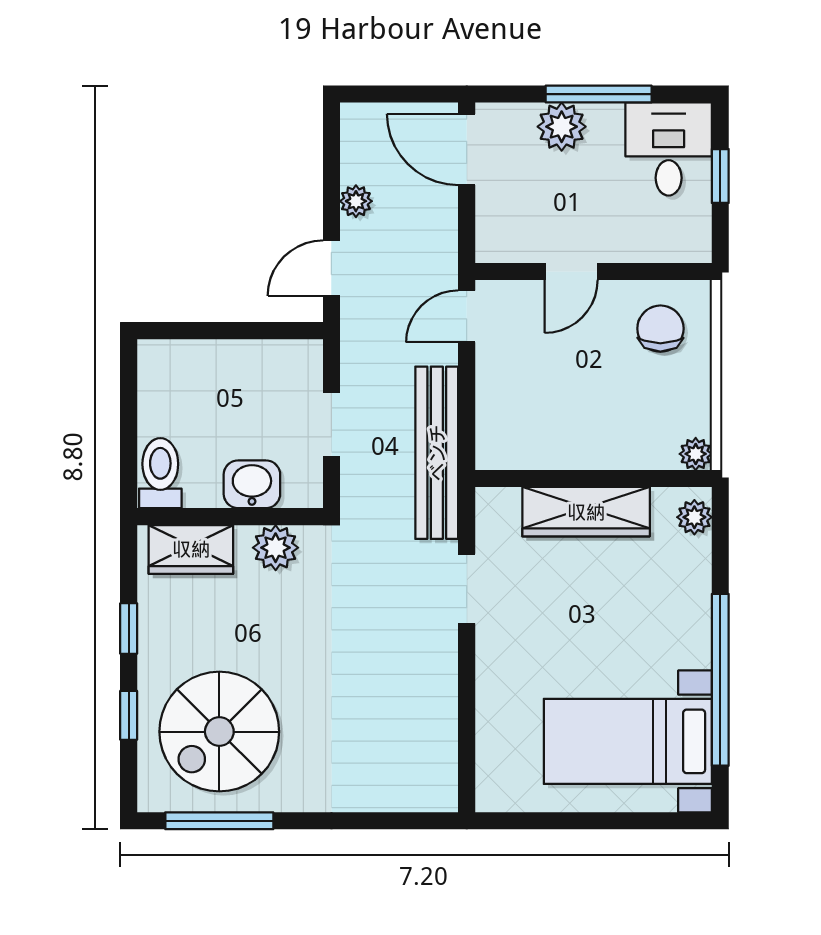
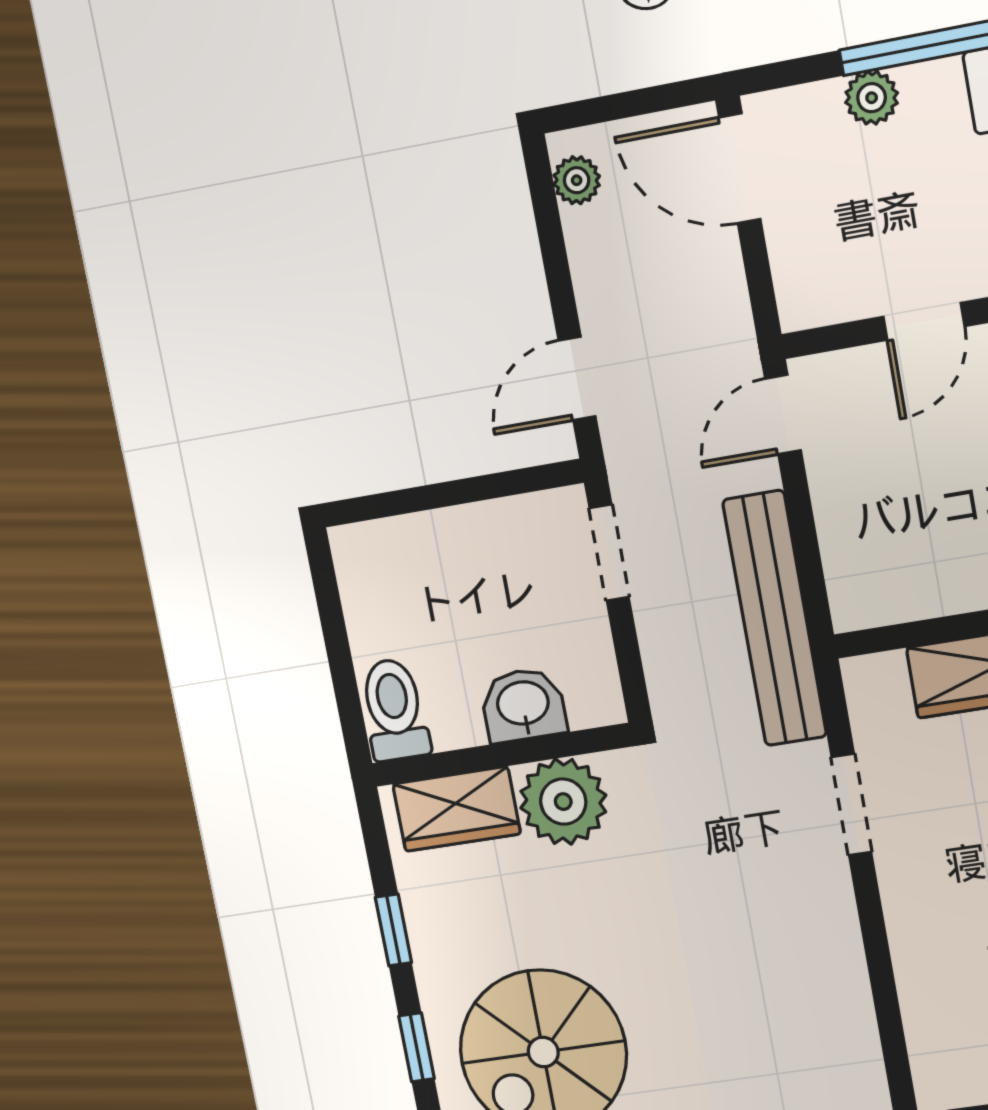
plant: (562, 127) -> (872, 98), width x0.73, depth x0.73
plant: (356, 201) -> (577, 180), moved
doorway: (331, 424) -> (609, 553), moved
plant: (276, 548) -> (563, 802), width x1.36, depth x1.36

